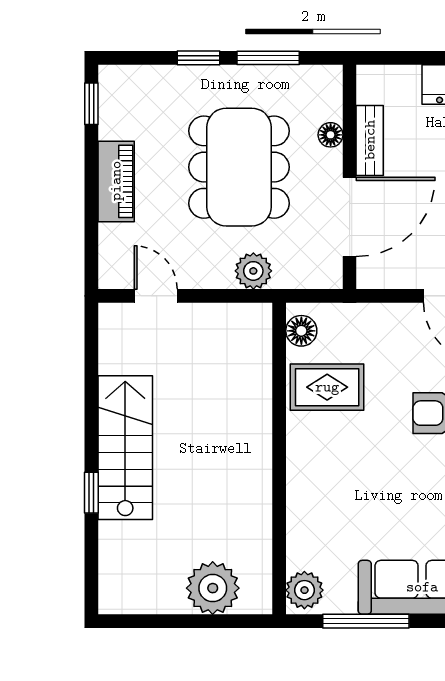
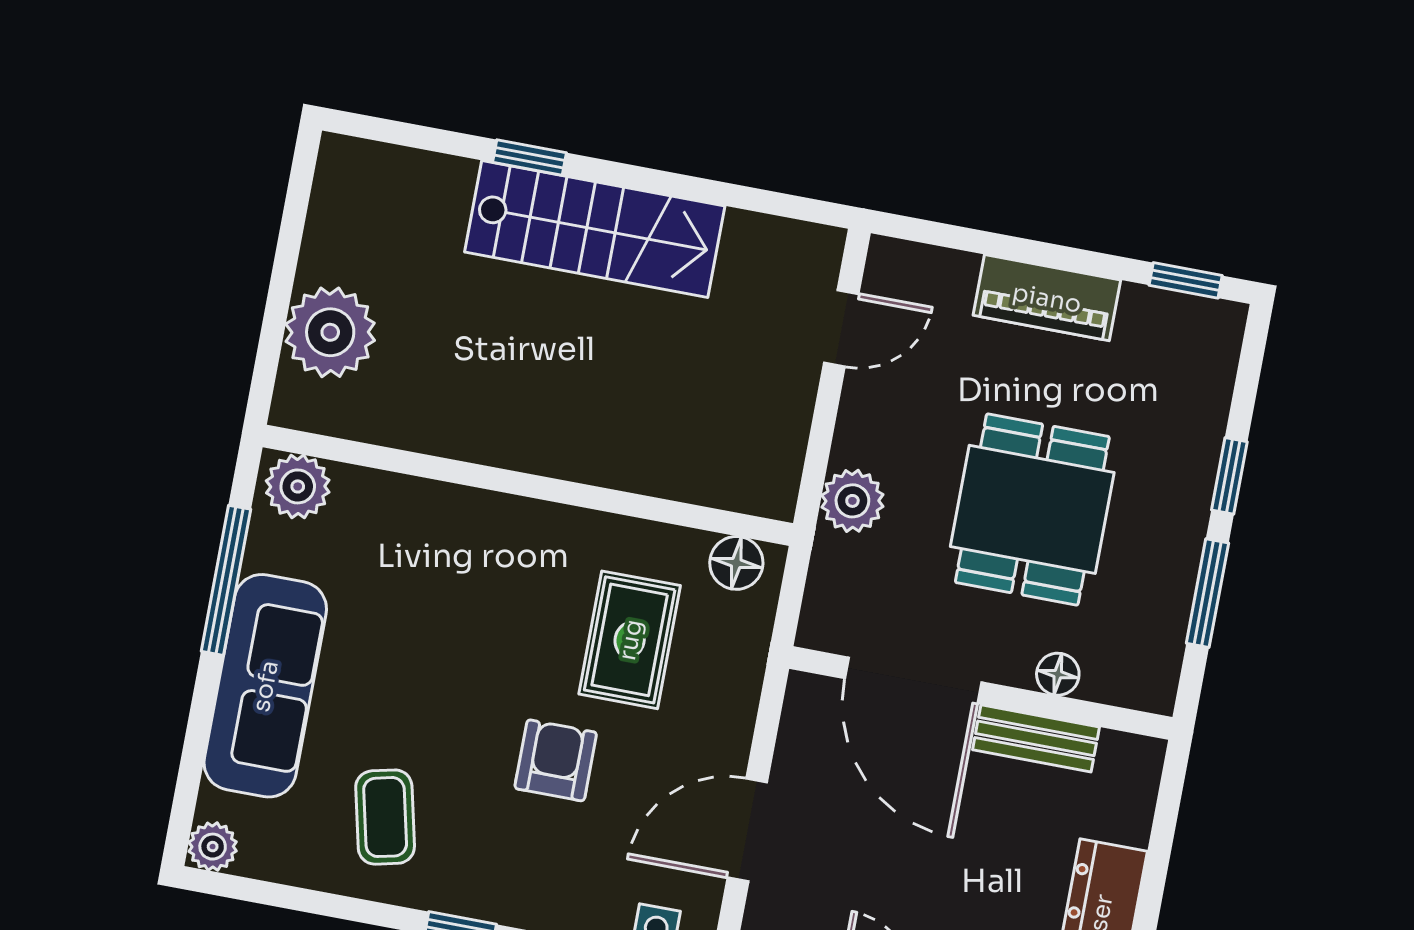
dining table: (239, 167) -> (1032, 509), width x0.73
rug: (327, 387) -> (630, 640), moved

